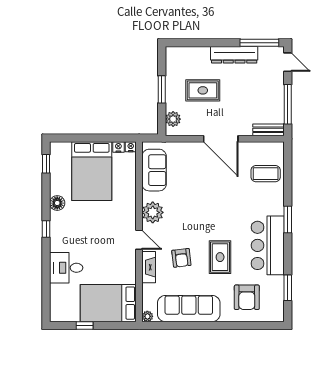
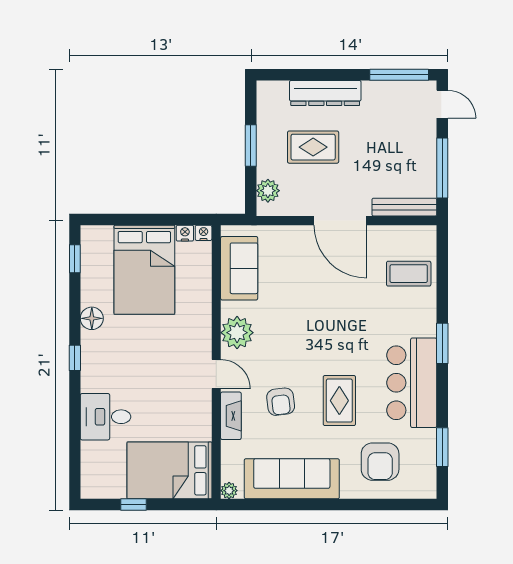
dresser: (234, 55) -> (325, 93), moved
bench: (268, 130) -> (404, 207), width x1.36

